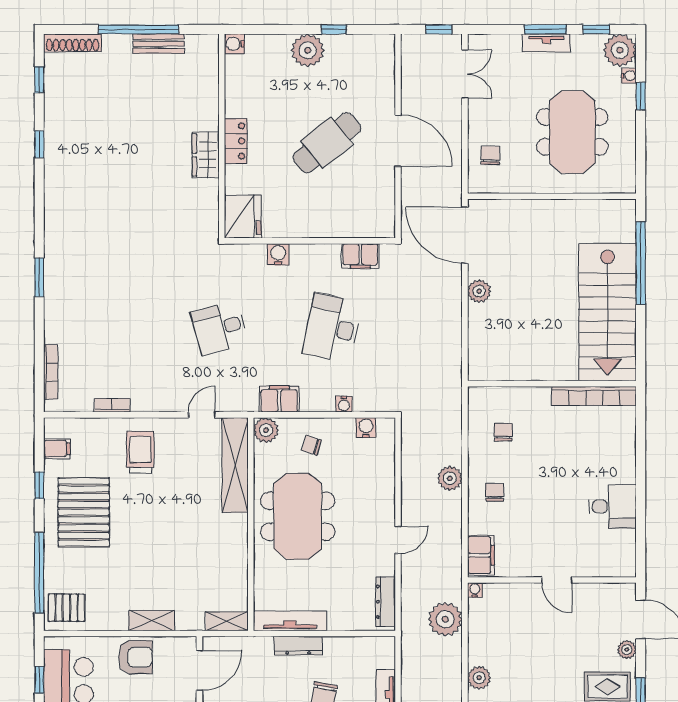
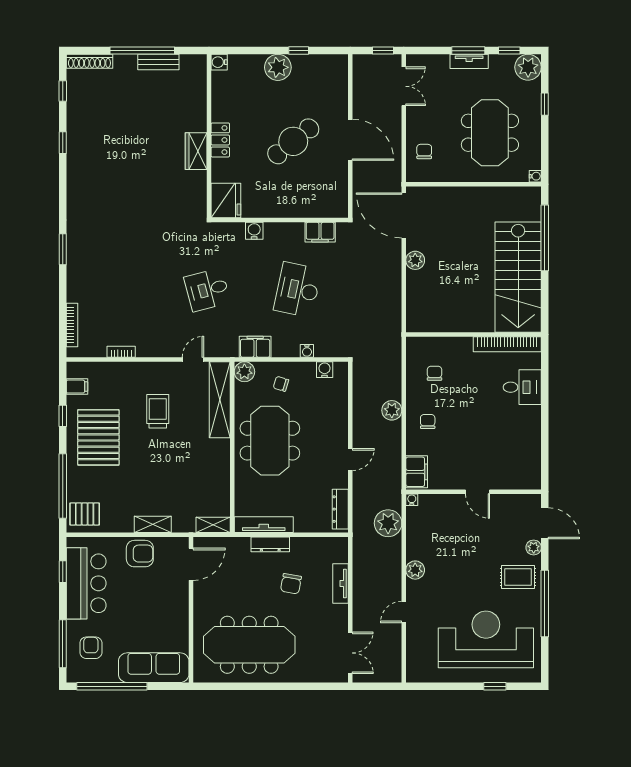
water cooler: (629, 76) -> (535, 176), moved
trolley: (140, 452) -> (158, 411), moved
desk: (613, 506) -> (522, 387), moved

